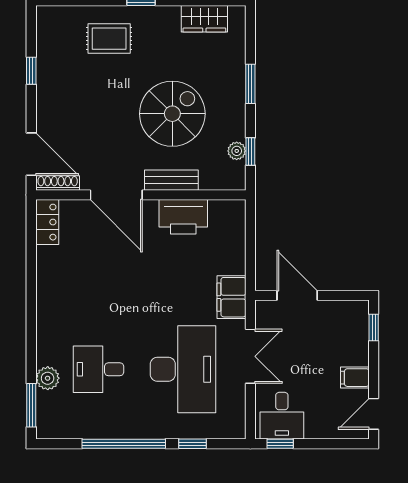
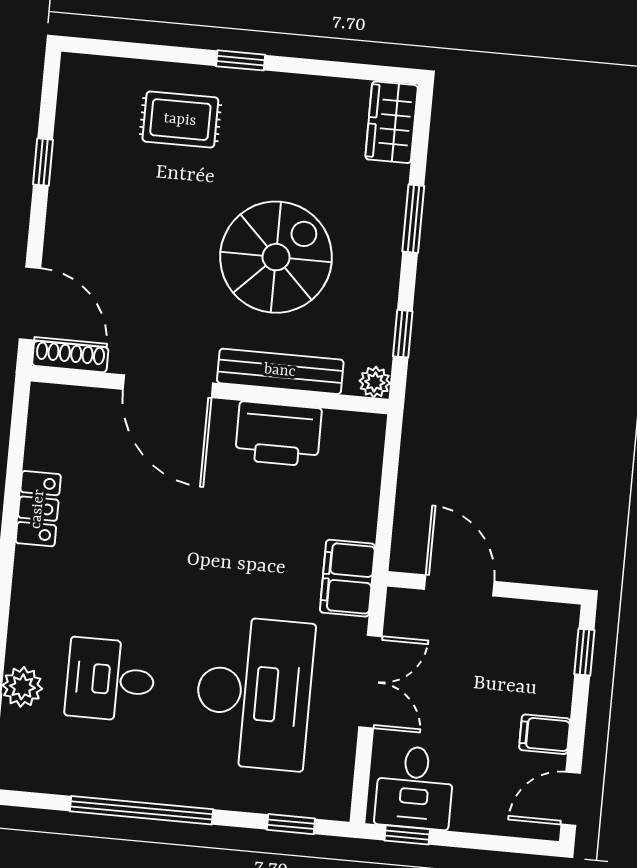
wardrobe: (204, 19) -> (392, 122), moved, turned 90
plant: (237, 151) -> (375, 382), moved
bench: (171, 180) -> (280, 371), width x1.36
locker: (47, 222) -> (38, 509), moved
window: (192, 444) -> (291, 824), moved

